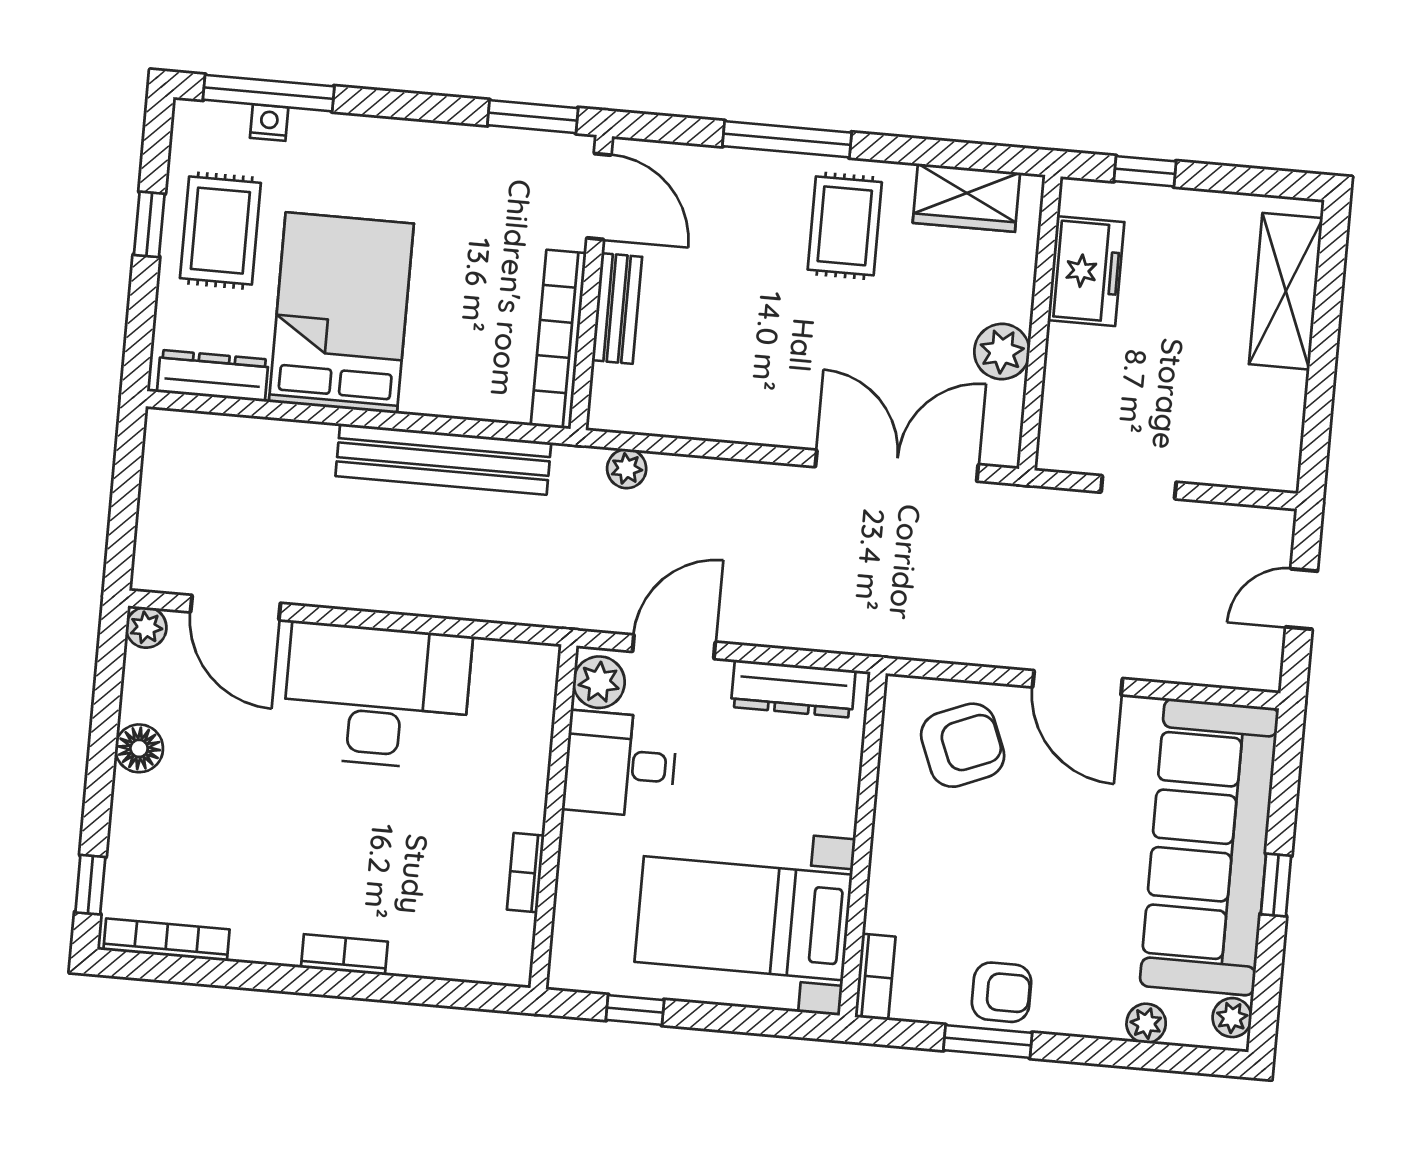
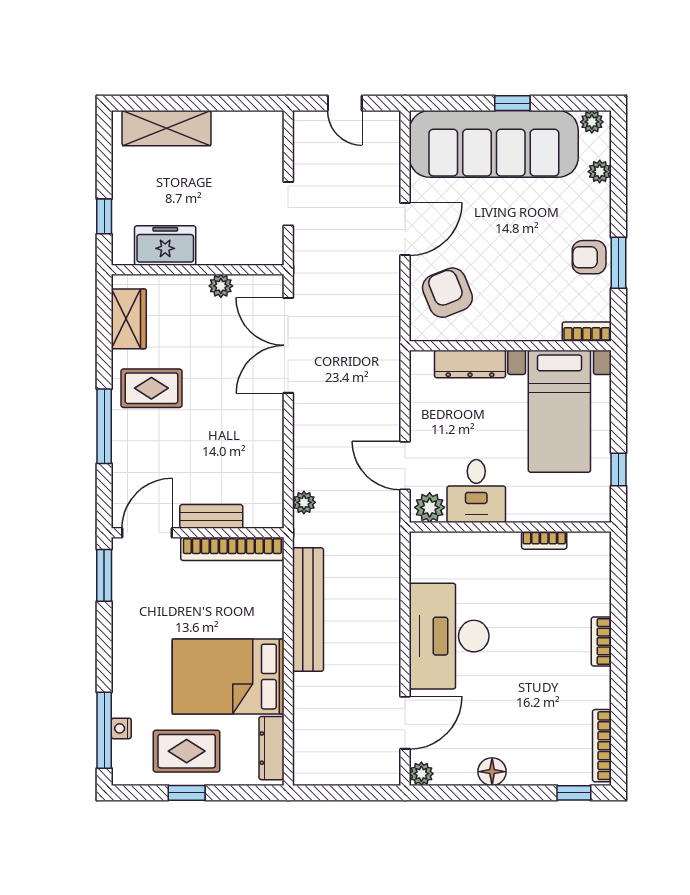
plant: (1002, 352) -> (221, 286), width x0.73, depth x0.73
dresser: (793, 689) -> (470, 364), moved, turned 90
armchair: (1001, 992) -> (589, 257), turned -90

